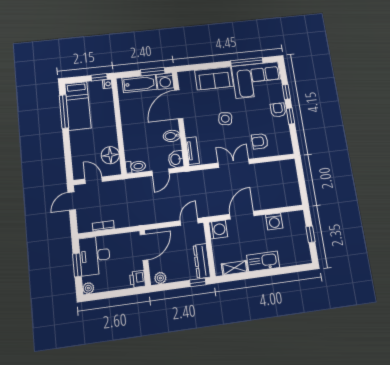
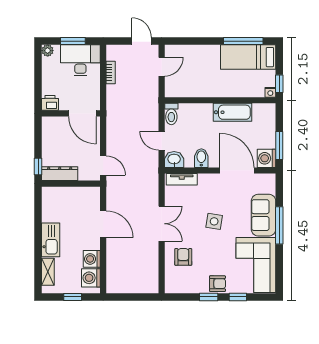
window: (247, 62) -> (279, 225), moved
bathtub: (139, 84) -> (232, 112), moved, turned -90
floor lamp: (110, 155) -> (187, 87), removed
washing machine: (218, 229) -> (91, 278), moved, turned 90
shelving: (235, 268) -> (48, 272), moved
plant: (160, 278) -> (48, 127), removed

